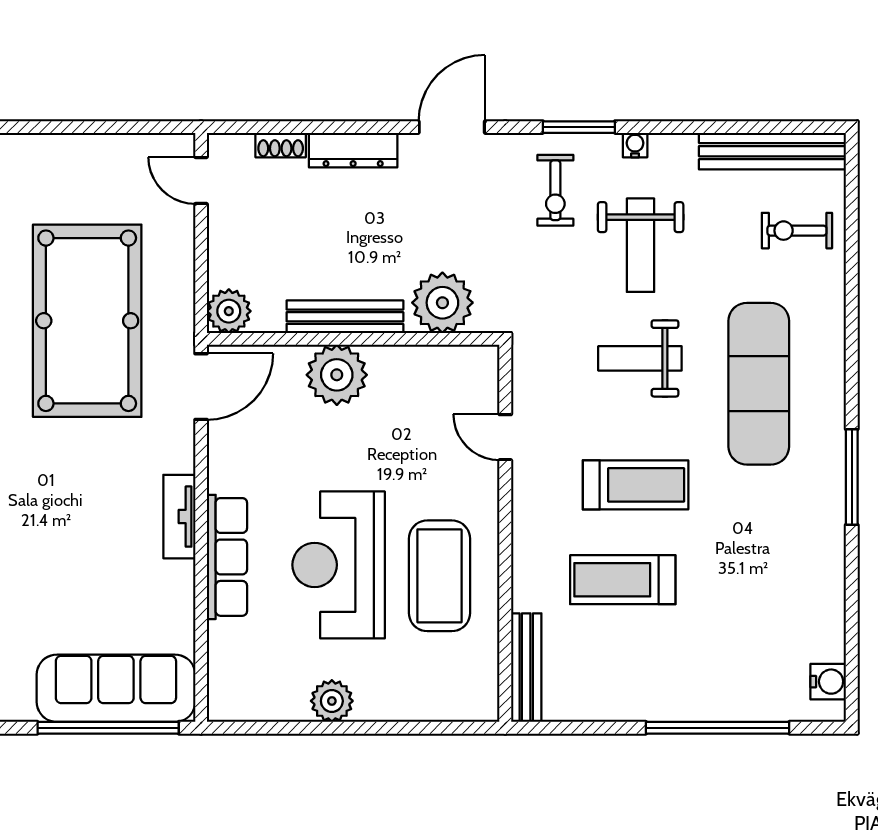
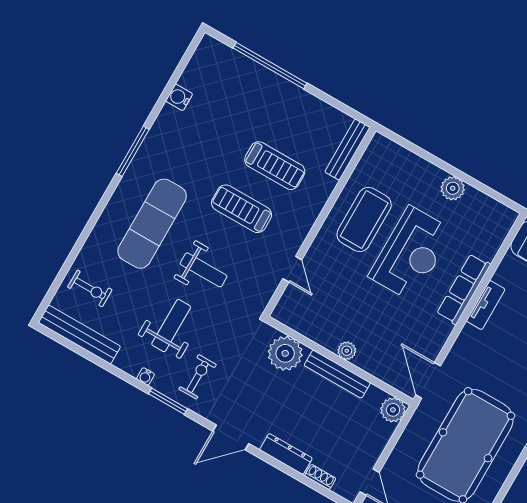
plant: (337, 375) -> (347, 351), width x0.53, depth x0.53
door: (201, 387) -> (428, 380), hinge flipped
tv unit: (179, 517) -> (486, 305), moved
water cooler: (828, 682) -> (179, 97), moved

